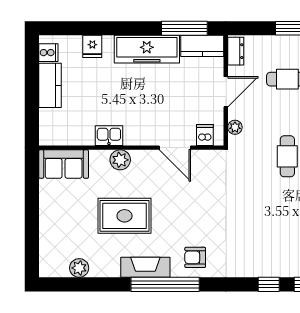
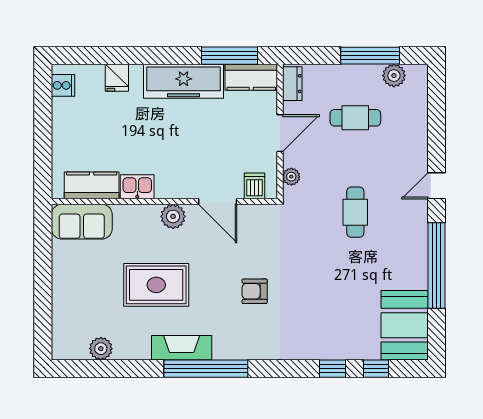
kitchen counter: (50, 85) -> (92, 185), moved, turned -90
plant: (120, 160) -> (173, 216), moved
armchair: (195, 257) -> (255, 291), moved

